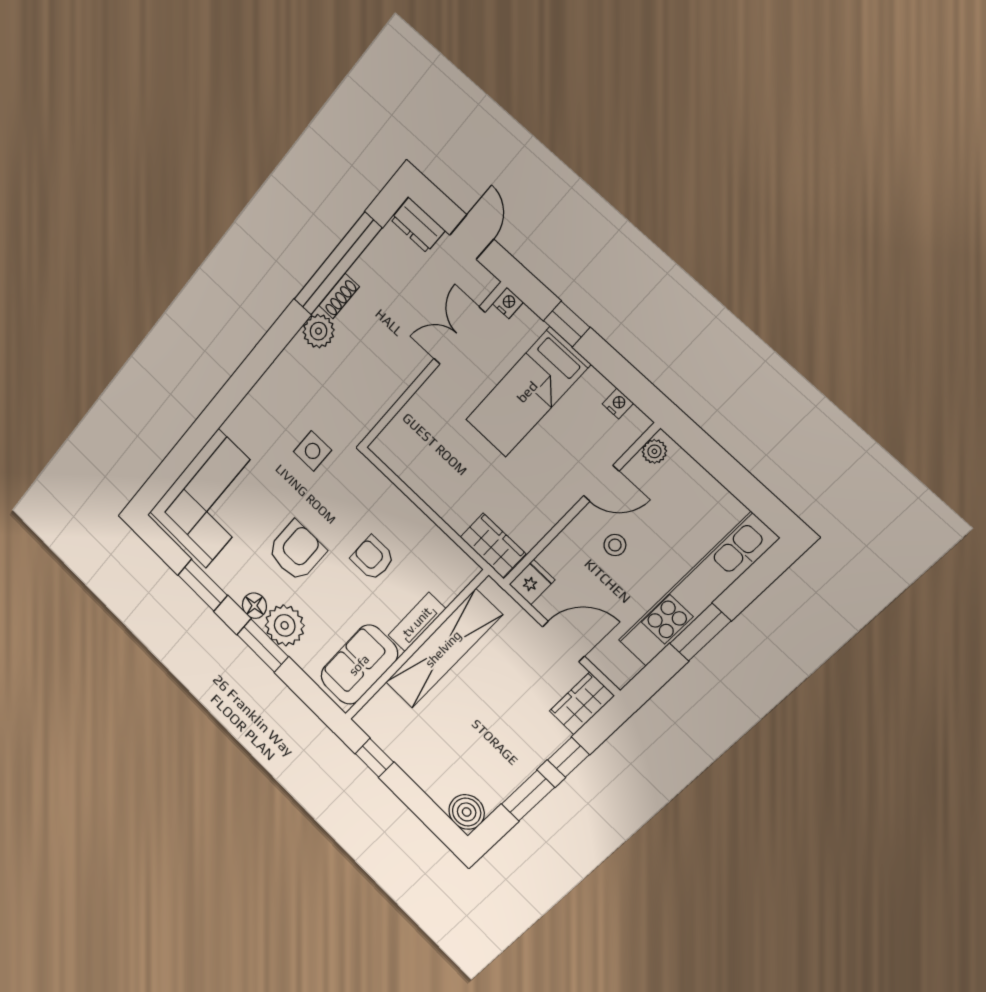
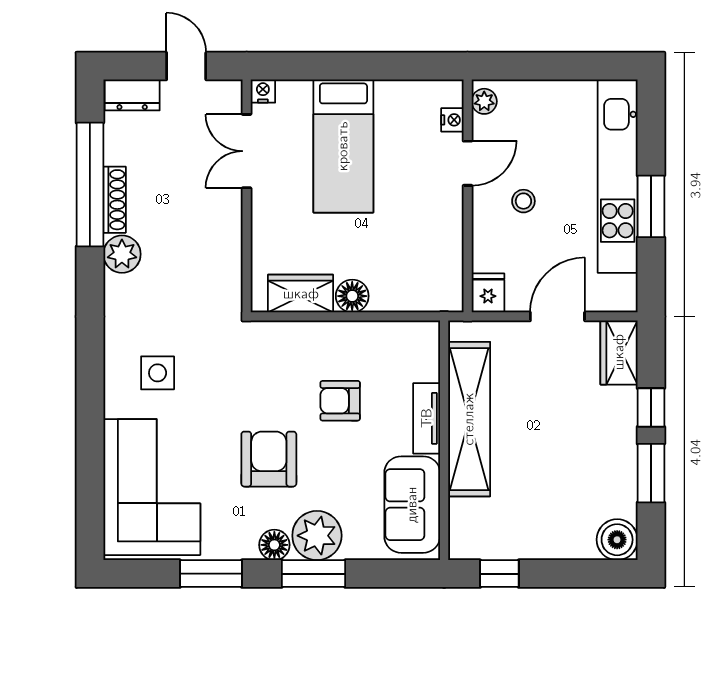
shoe rack: (339, 296) -> (115, 200), width x1.43
window: (567, 324) -> (325, 66), removed
nightstand: (618, 404) -> (452, 120), moved, turned 90
side table: (313, 451) -> (158, 373), moved
floor lamp: (441, 499) -> (352, 296), added
wardrobe: (493, 545) -> (301, 294), moved

